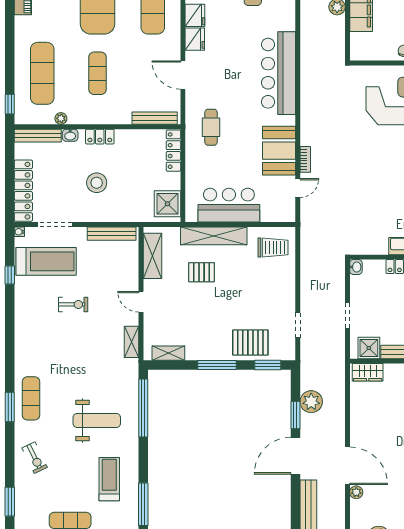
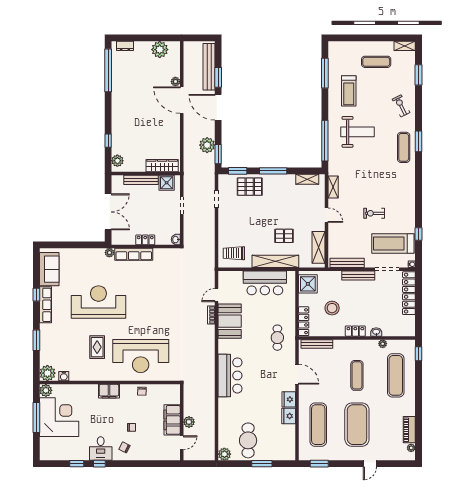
bar counter: (279, 73) -> (230, 375), width x0.73
bench: (38, 136) -> (358, 276), moved
stool: (97, 183) -> (332, 308), moved
wardrobe: (368, 372) -> (162, 166), width x1.50
window: (295, 415) -> (218, 154), moved
weight bench: (97, 421) -> (357, 132), turned 180
door: (295, 456) -> (218, 107), swing flipped
window: (295, 498) -> (218, 77), added

